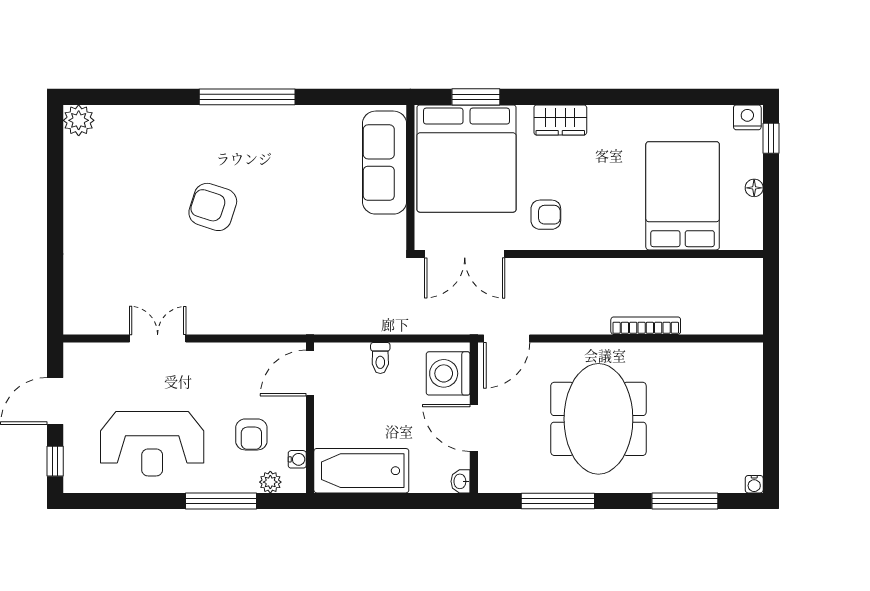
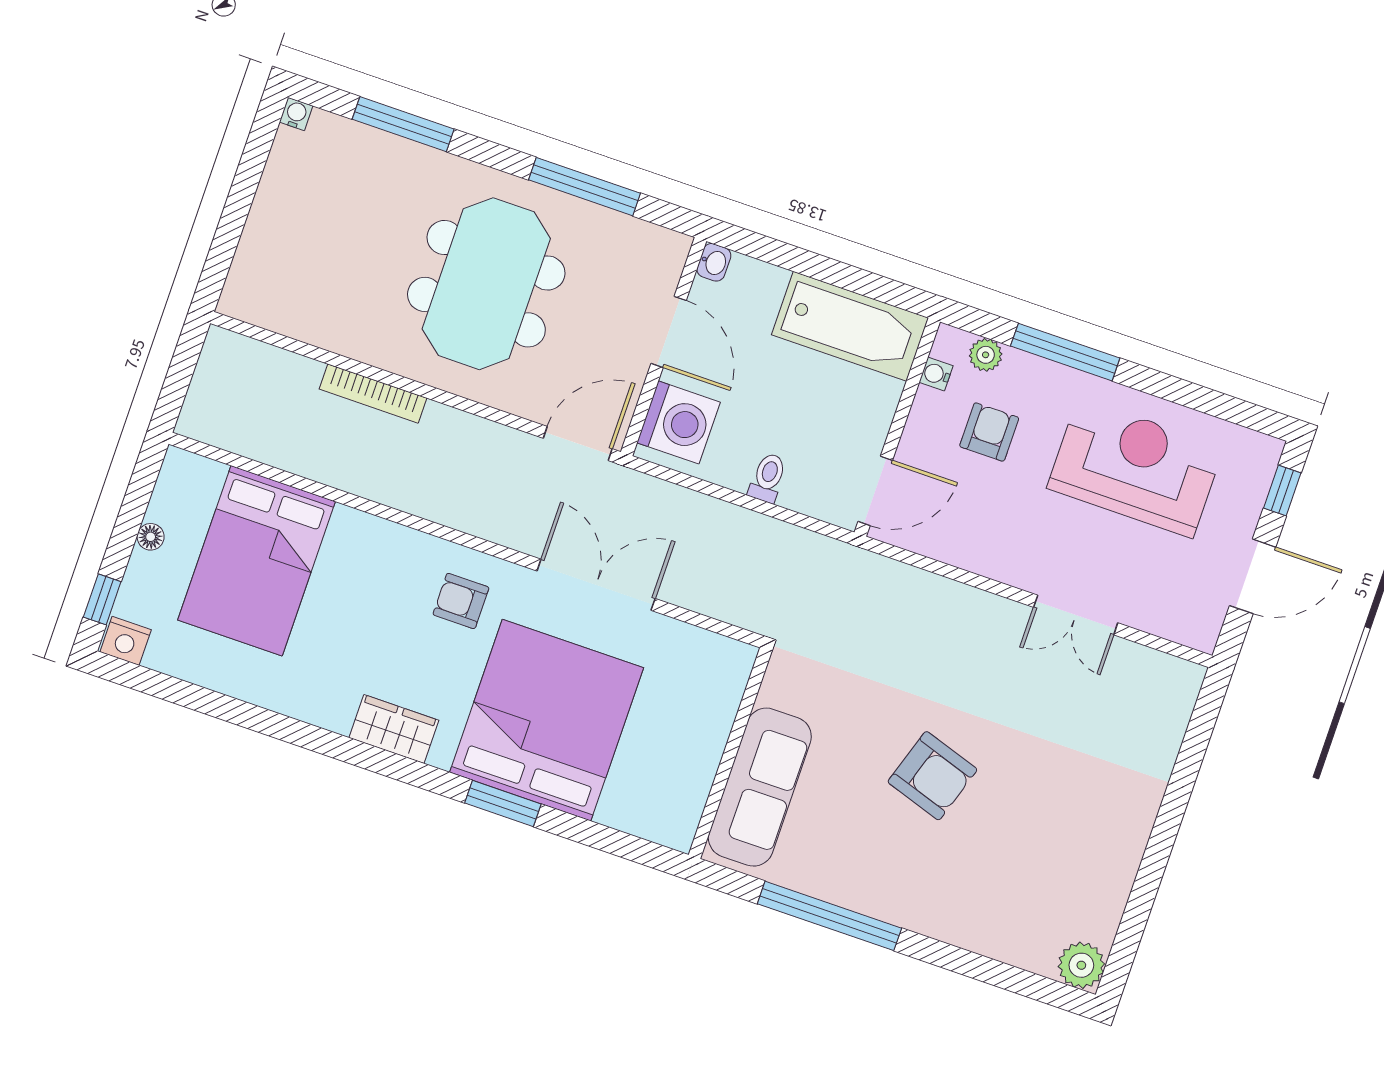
sofa: (384, 163) -> (760, 787), moved
wall: (410, 177) -> (730, 753), moved

